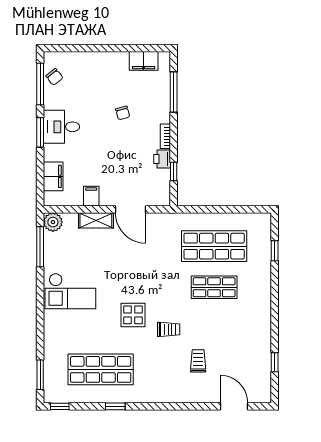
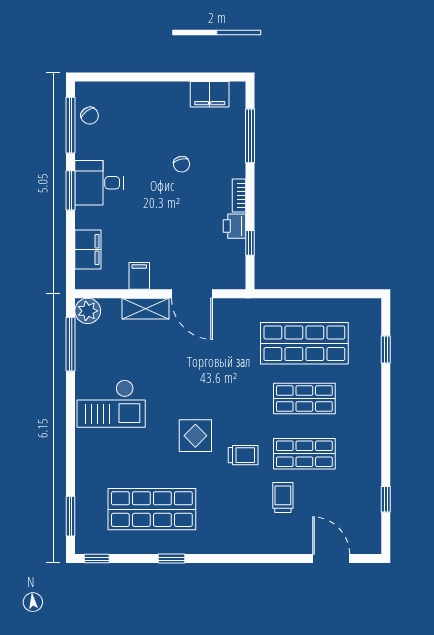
shop shelf: (214, 328) -> (304, 454), added

